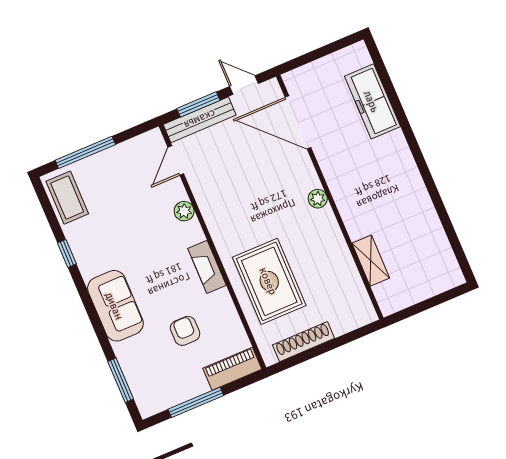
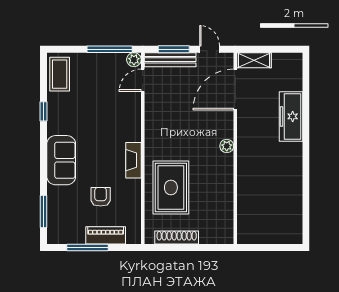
freezer: (372, 101) -> (291, 116), moved
door: (298, 122) -> (235, 89), hinge flipped
window: (85, 152) -> (110, 49), moved
plant: (184, 211) -> (134, 60), moved
shelving: (371, 261) -> (254, 60), moved, turned 90
piano: (232, 369) -> (106, 235), moved

